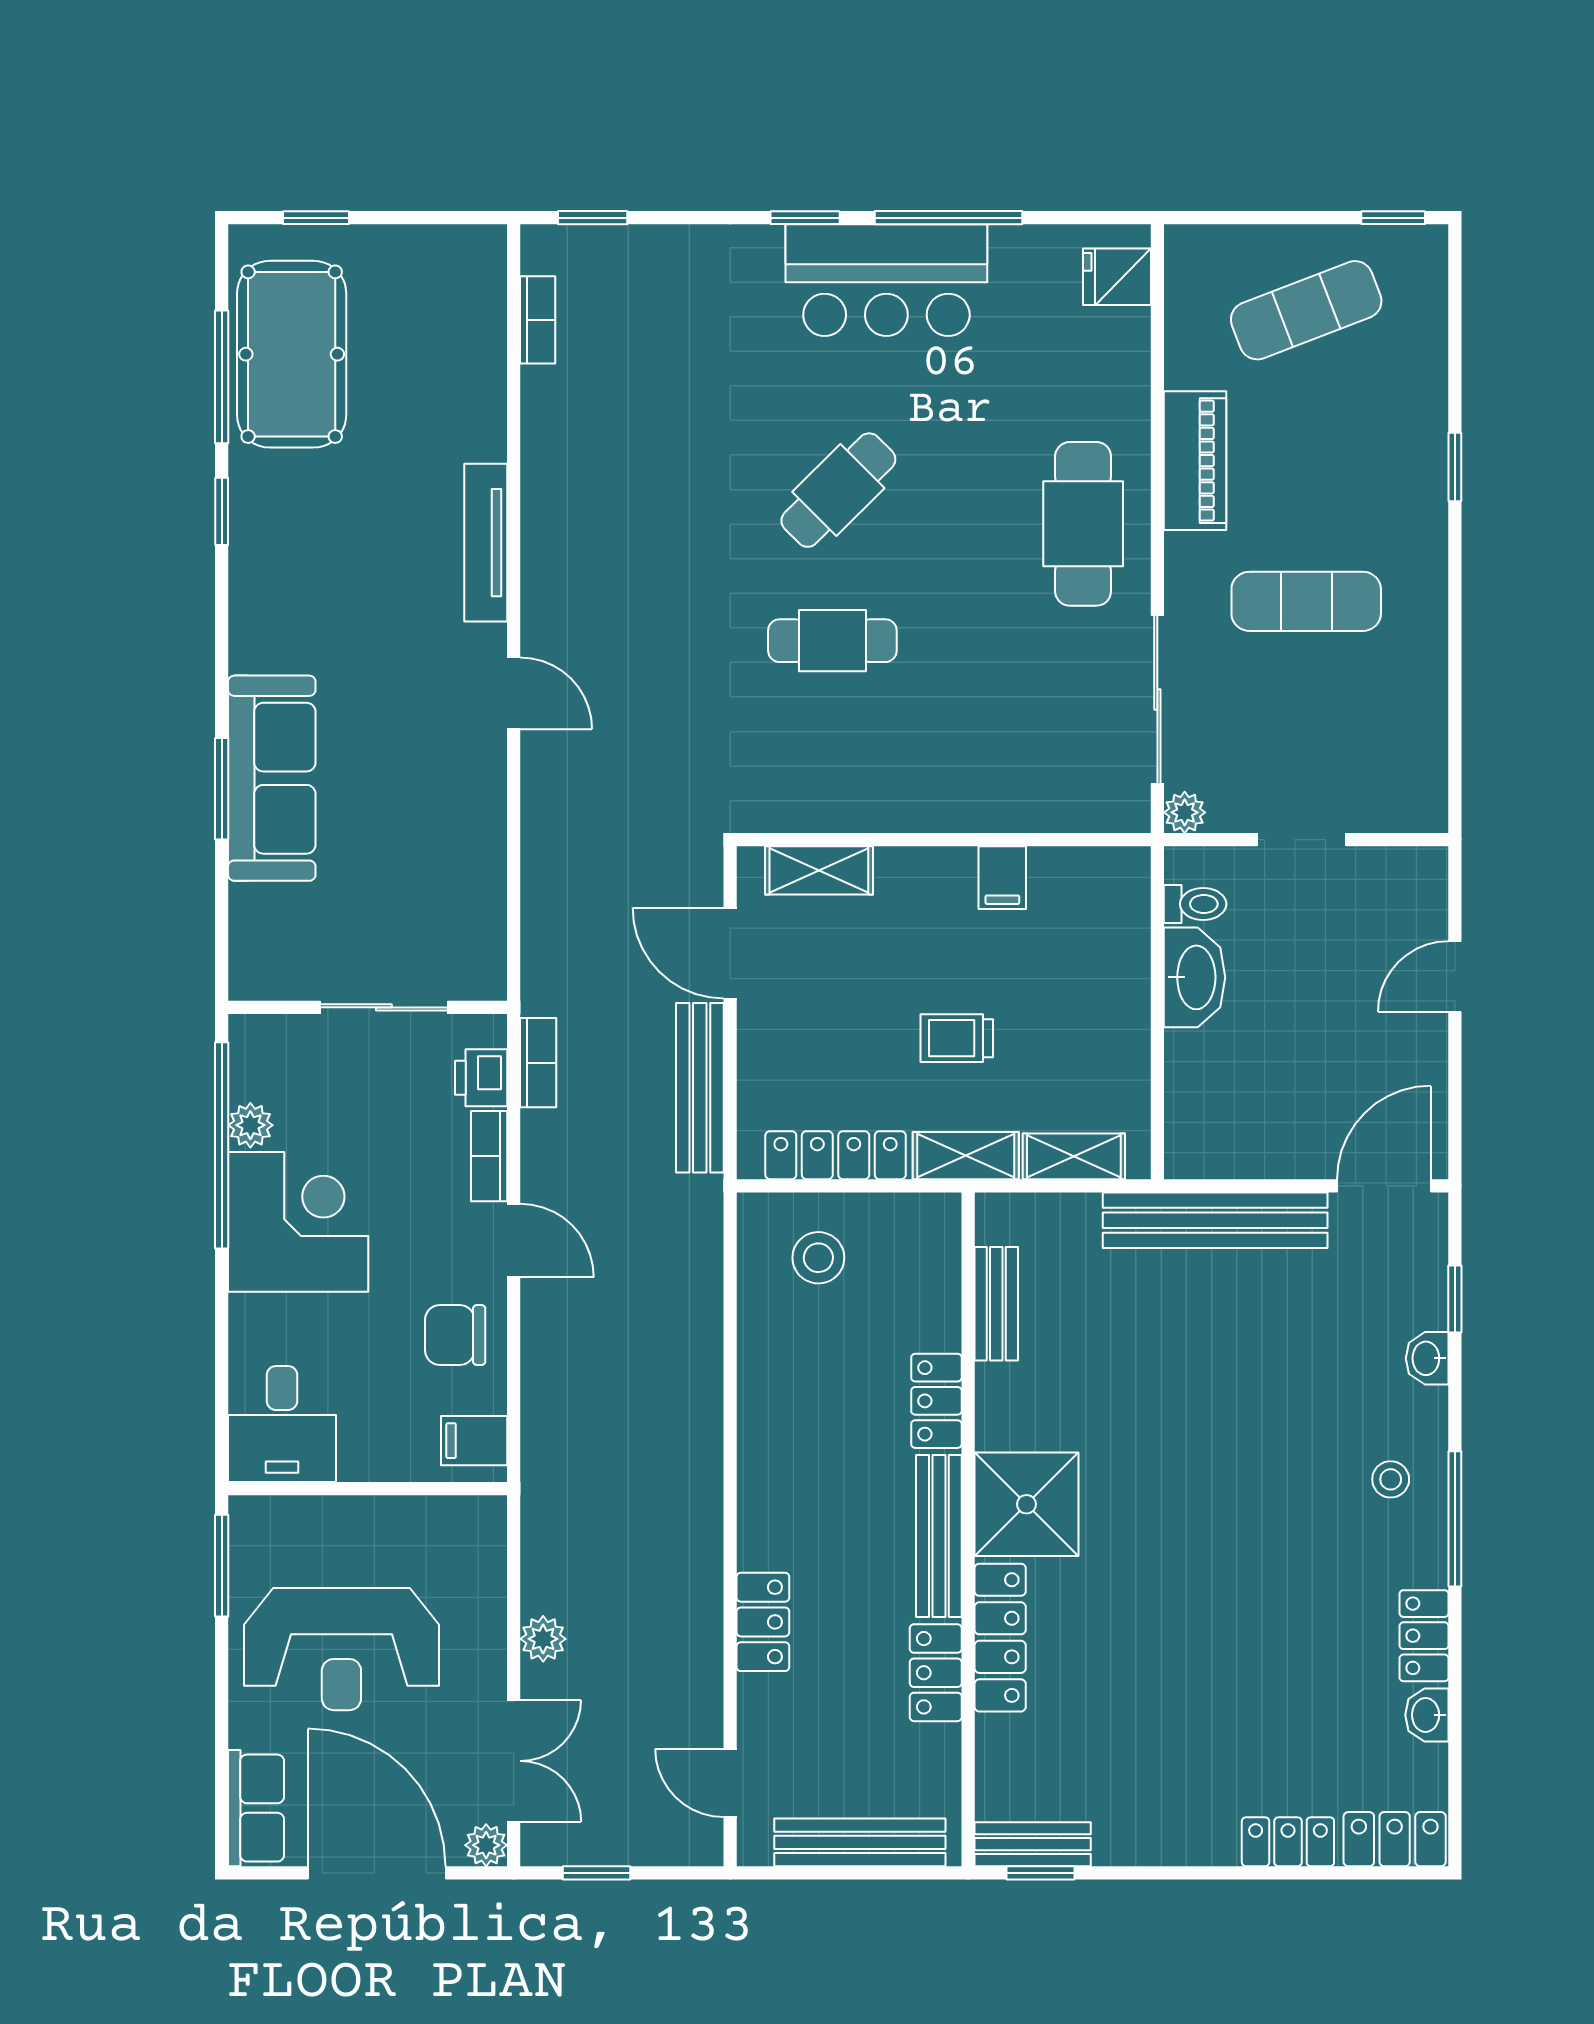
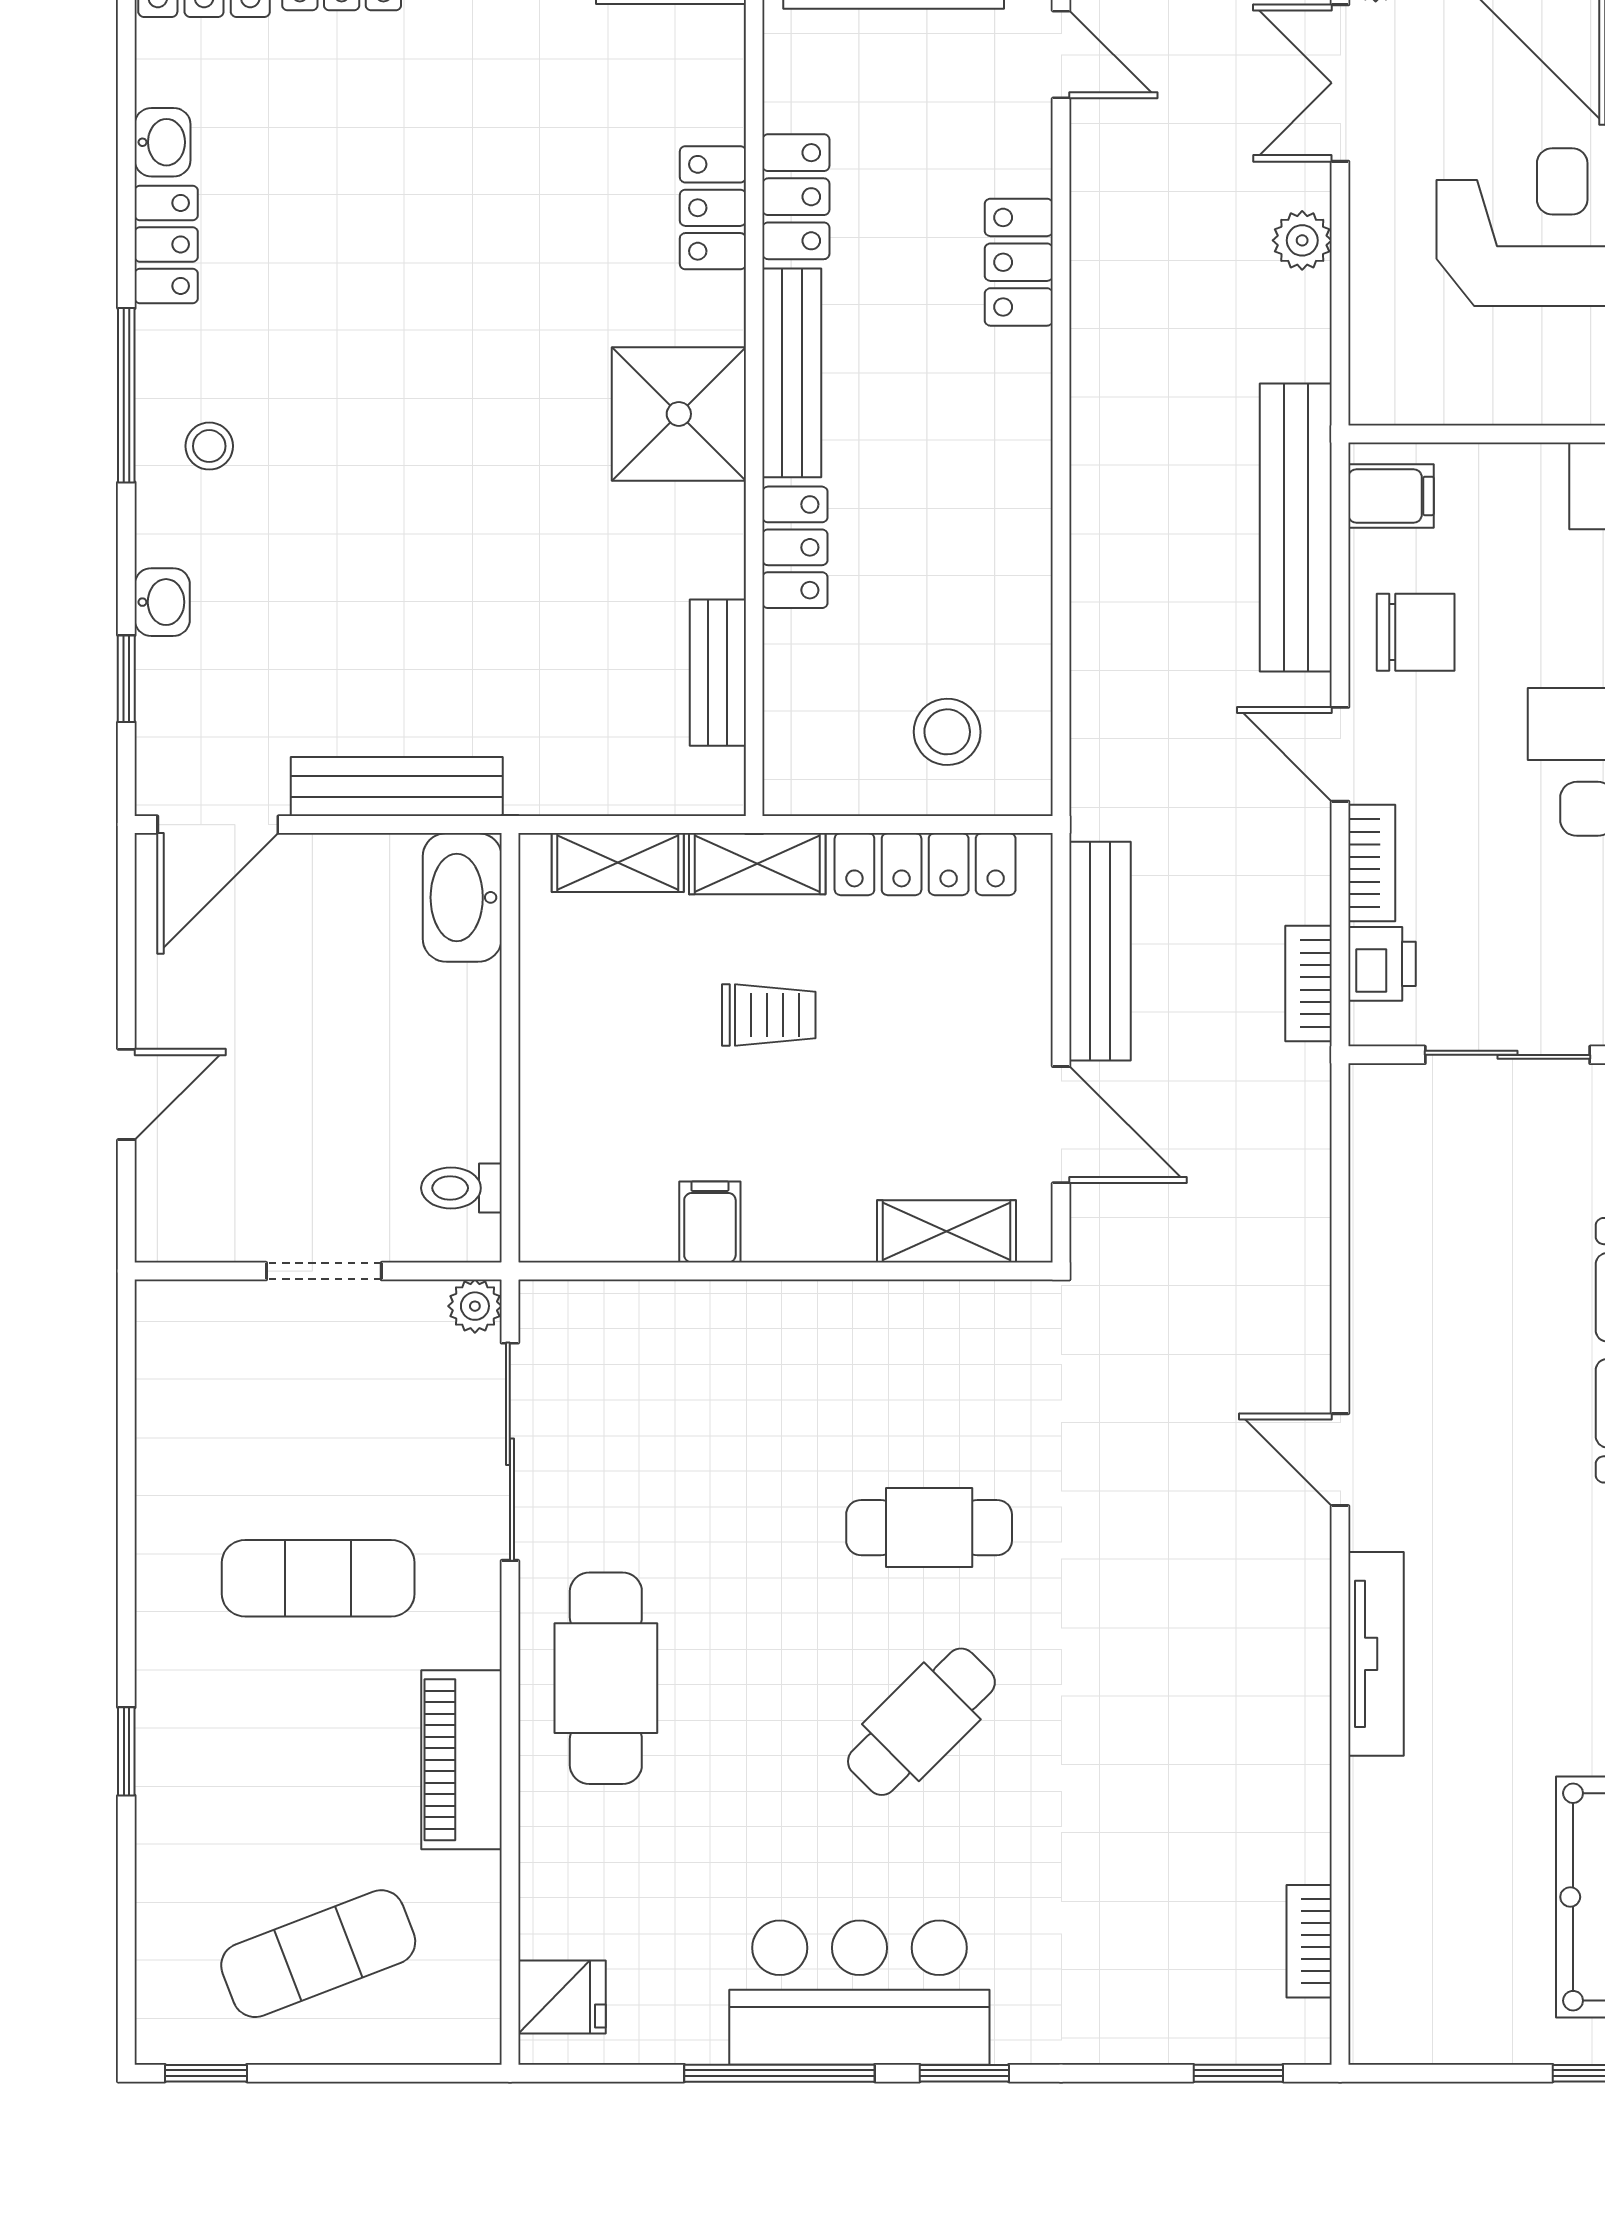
washbasin: (1194, 977) -> (462, 897), moved
bench: (1215, 1220) -> (397, 787), width x0.73, depth x0.82
bench: (548, 1416) -> (1296, 528), added
locker: (1000, 1638) -> (713, 208), width x0.66

